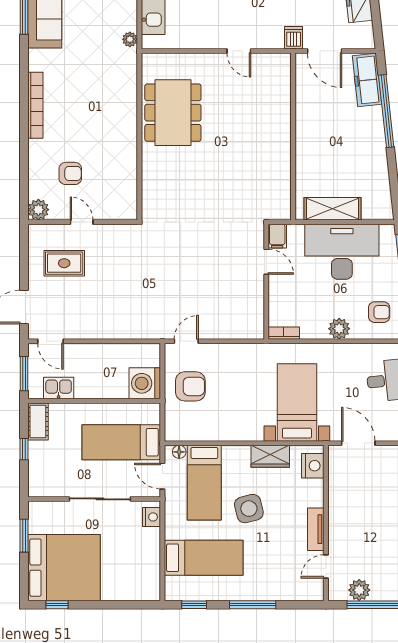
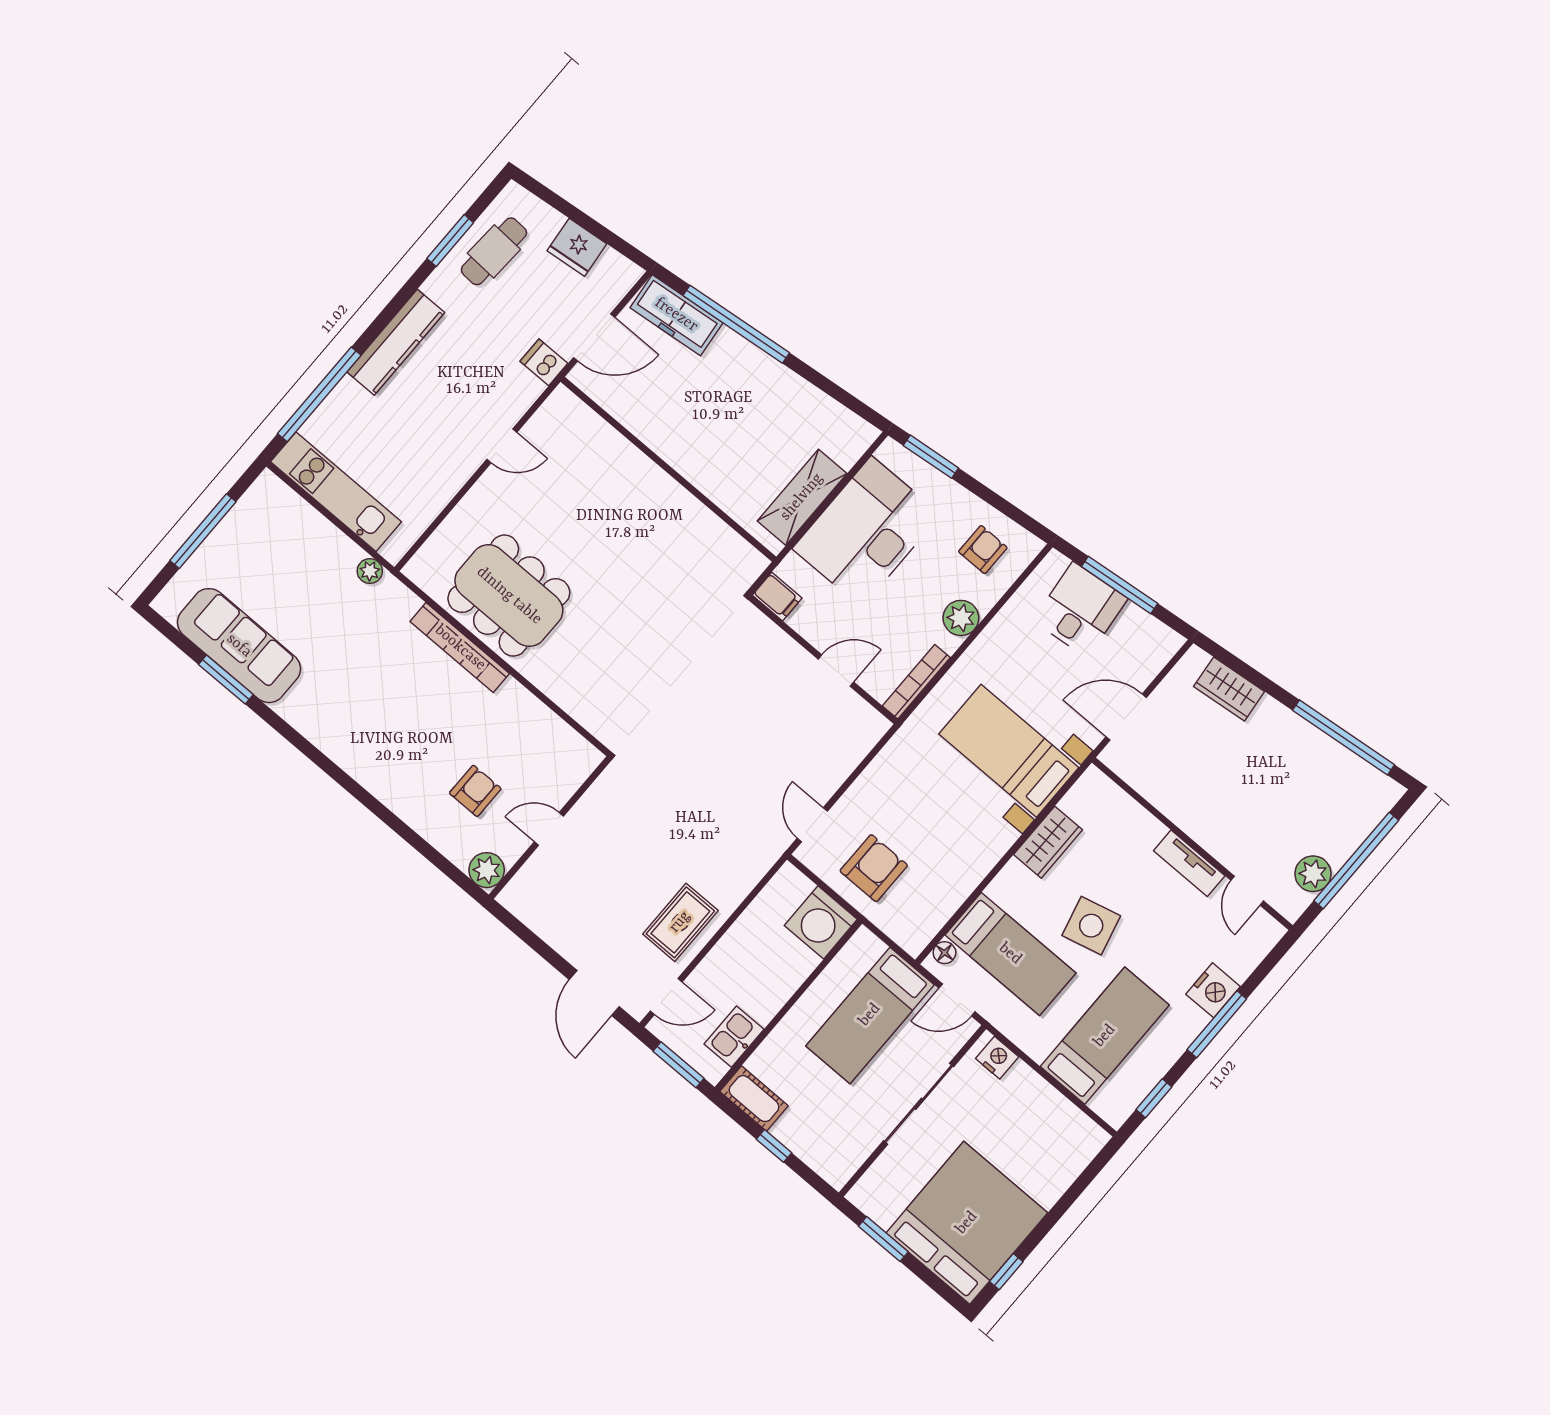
bookcase: (35, 105) -> (460, 648), moved, turned 180
door: (266, 262) -> (836, 670), moved
rug: (64, 263) -> (680, 922), moved
bookcase: (284, 333) -> (916, 682), width x1.56
nightstand: (313, 466) -> (1213, 990), moved, turned 90

